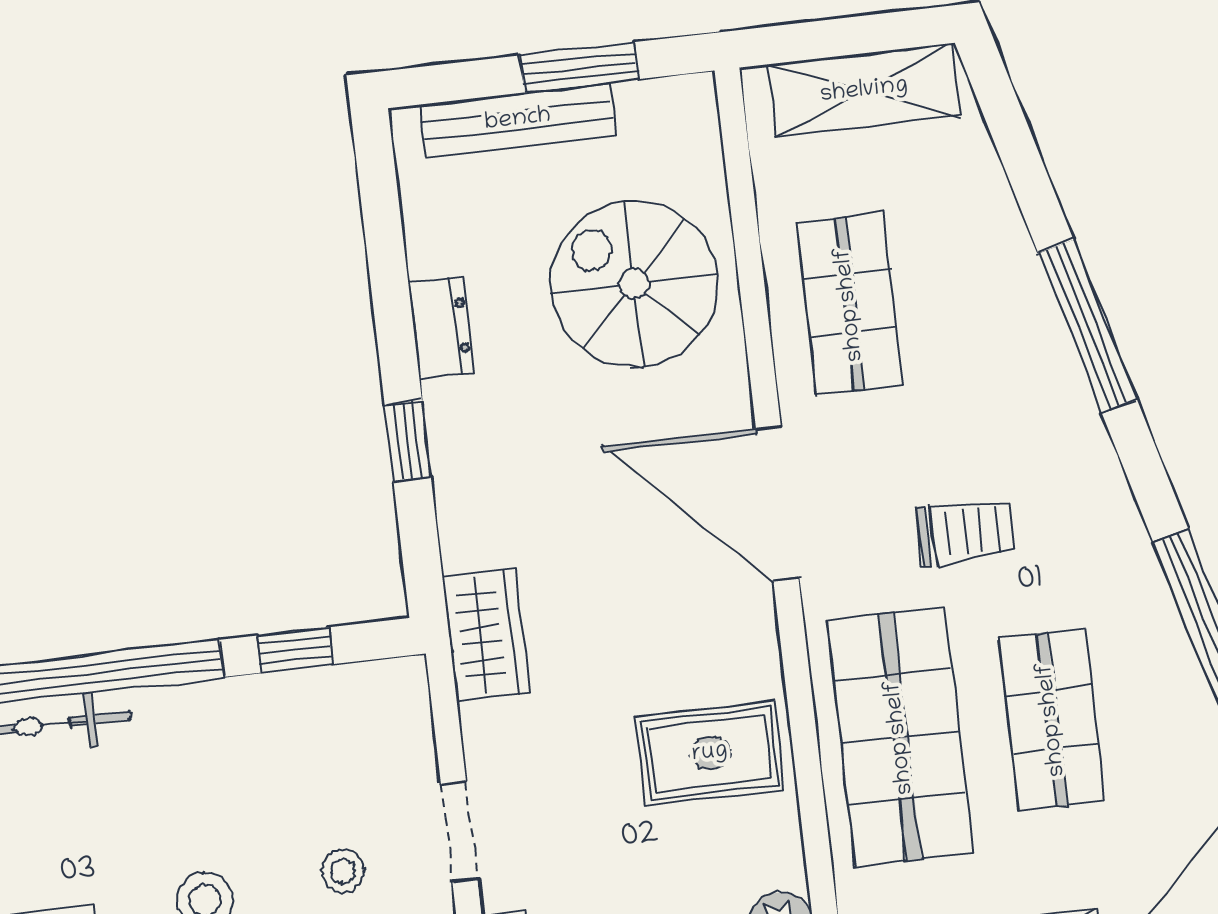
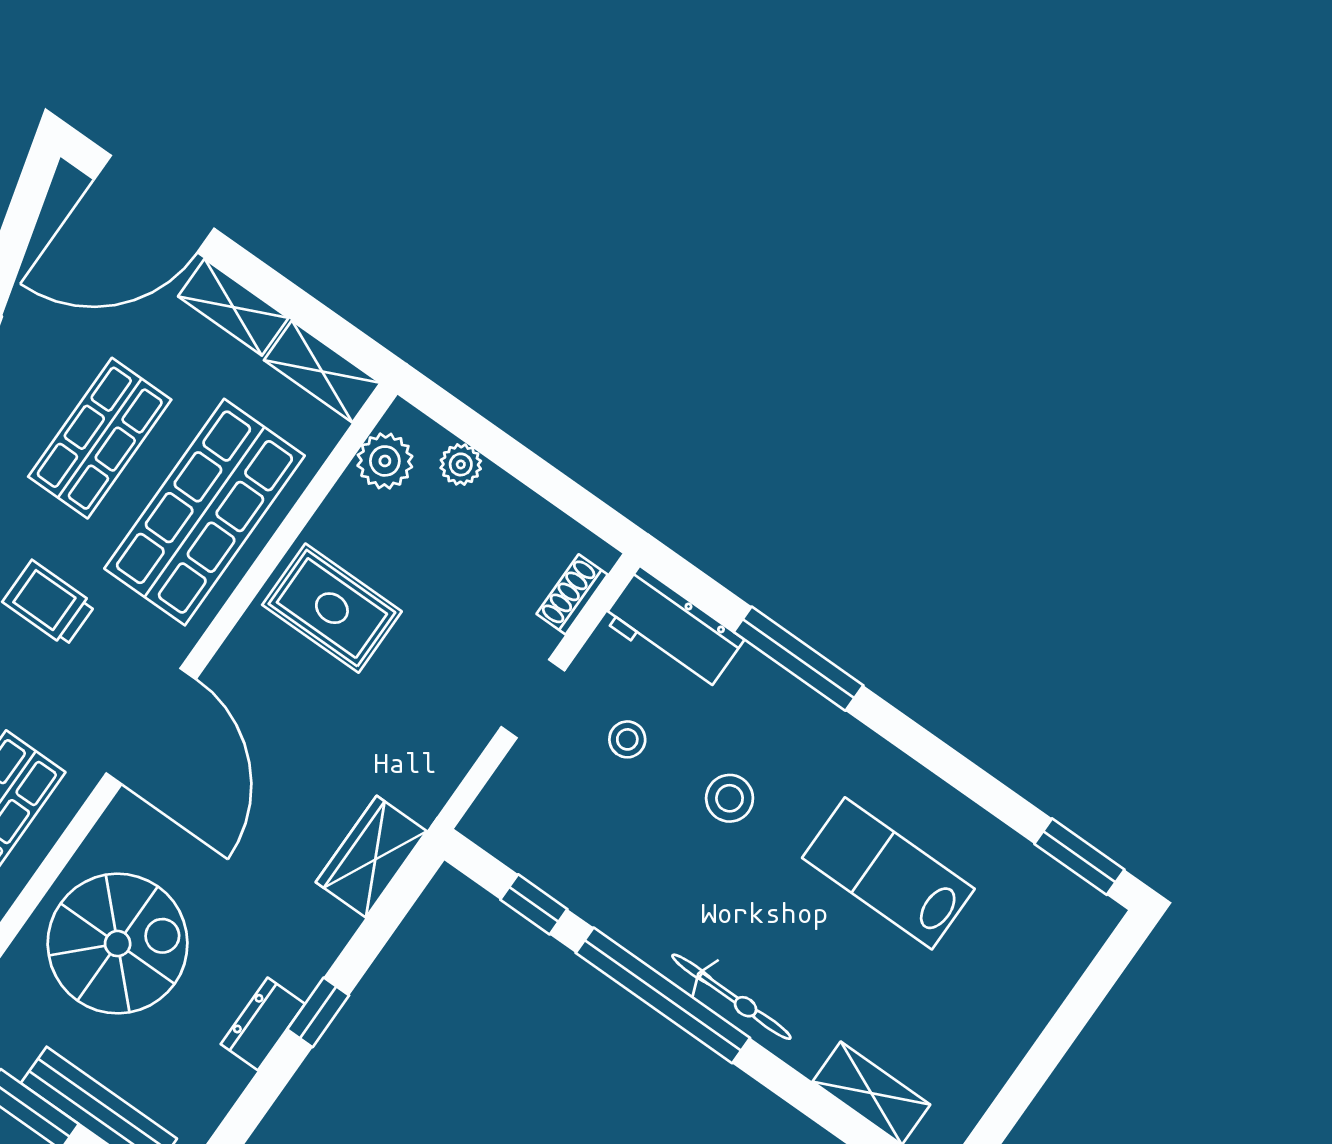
spiral stairs: (634, 284) -> (118, 944), turned -90
window: (408, 441) -> (318, 1012), moved
wardrobe: (486, 634) -> (371, 857), moved

